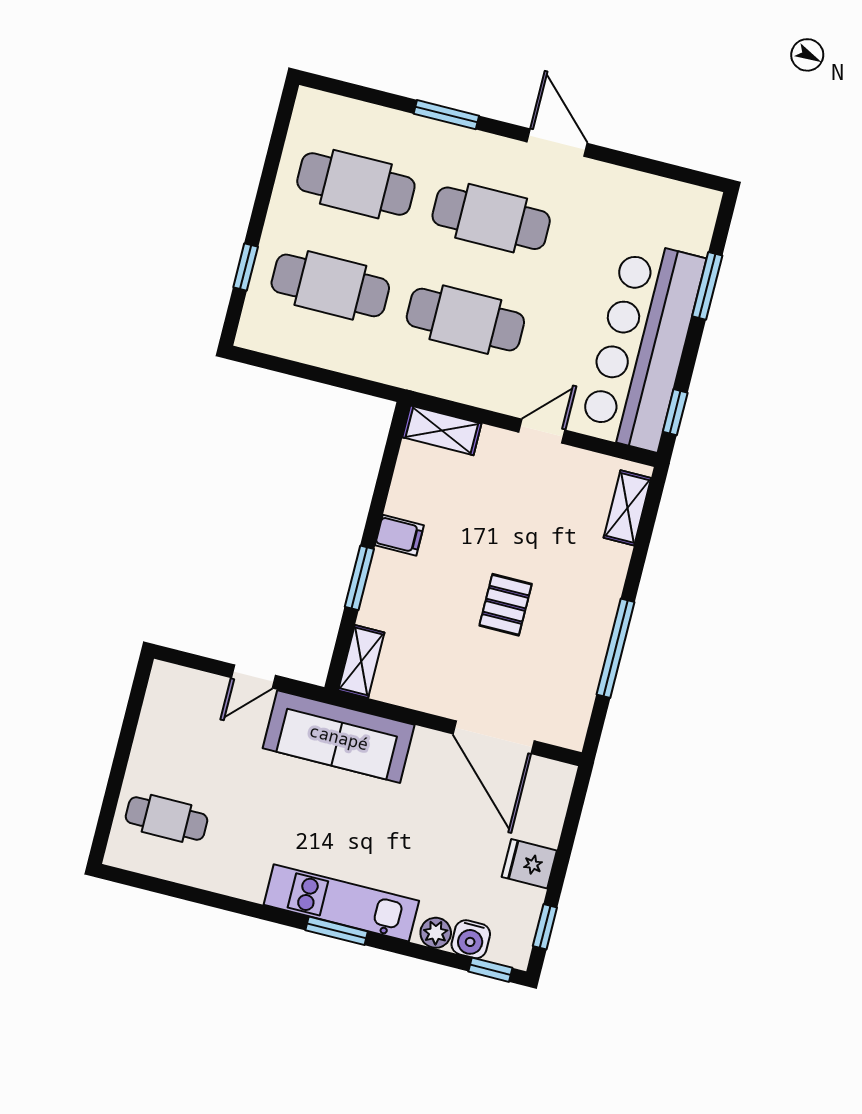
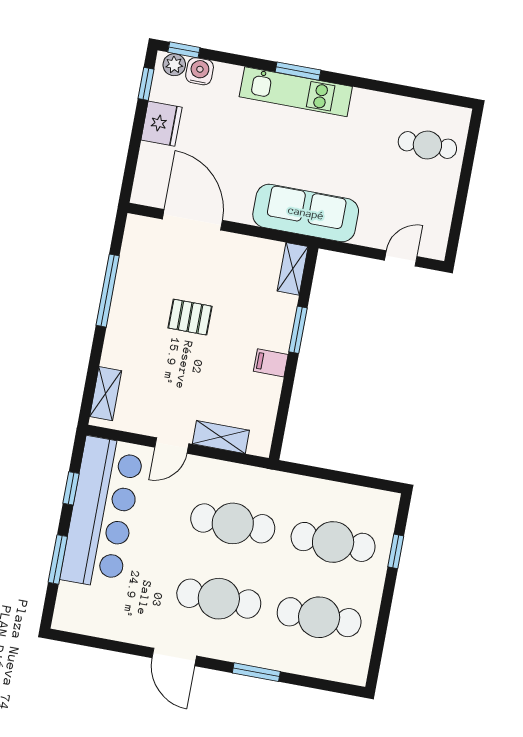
window: (675, 412) -> (71, 488), moved
shelving: (442, 430) -> (221, 437), moved
pallet: (506, 605) -> (190, 317), turned 90
door: (253, 677) -> (401, 258), moved
fridge: (529, 864) -> (161, 124), width x1.38
plant: (436, 933) -> (174, 65), moved

